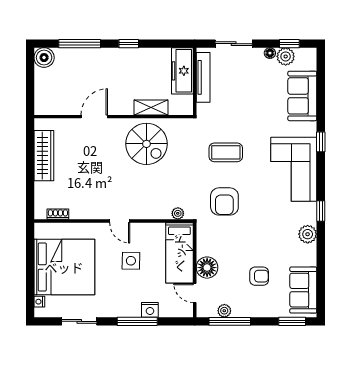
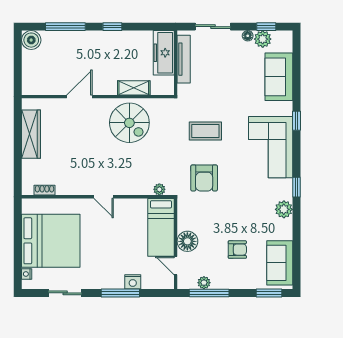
side table: (131, 261) -> (114, 235), removed

